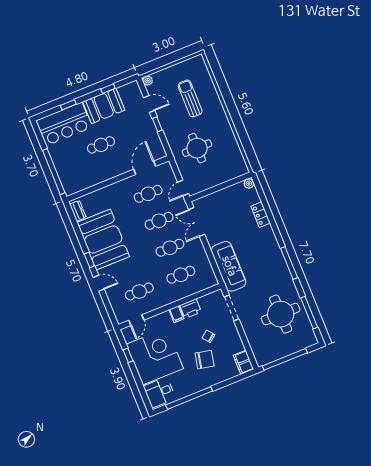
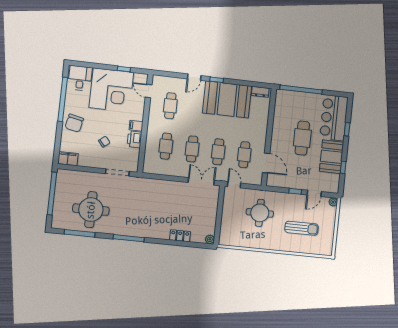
cafe table: (101, 145) -> (302, 138), width x1.37, depth x1.35
sofa: (229, 266) -> (152, 188), removed
chair: (205, 360) -> (74, 123), moved

